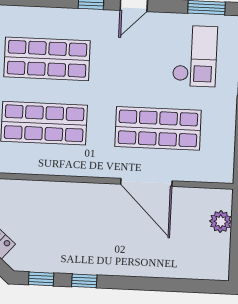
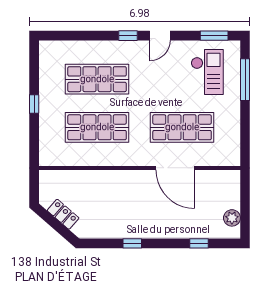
plant: (221, 221) -> (232, 218), moved
window: (41, 279) -> (199, 243), moved

